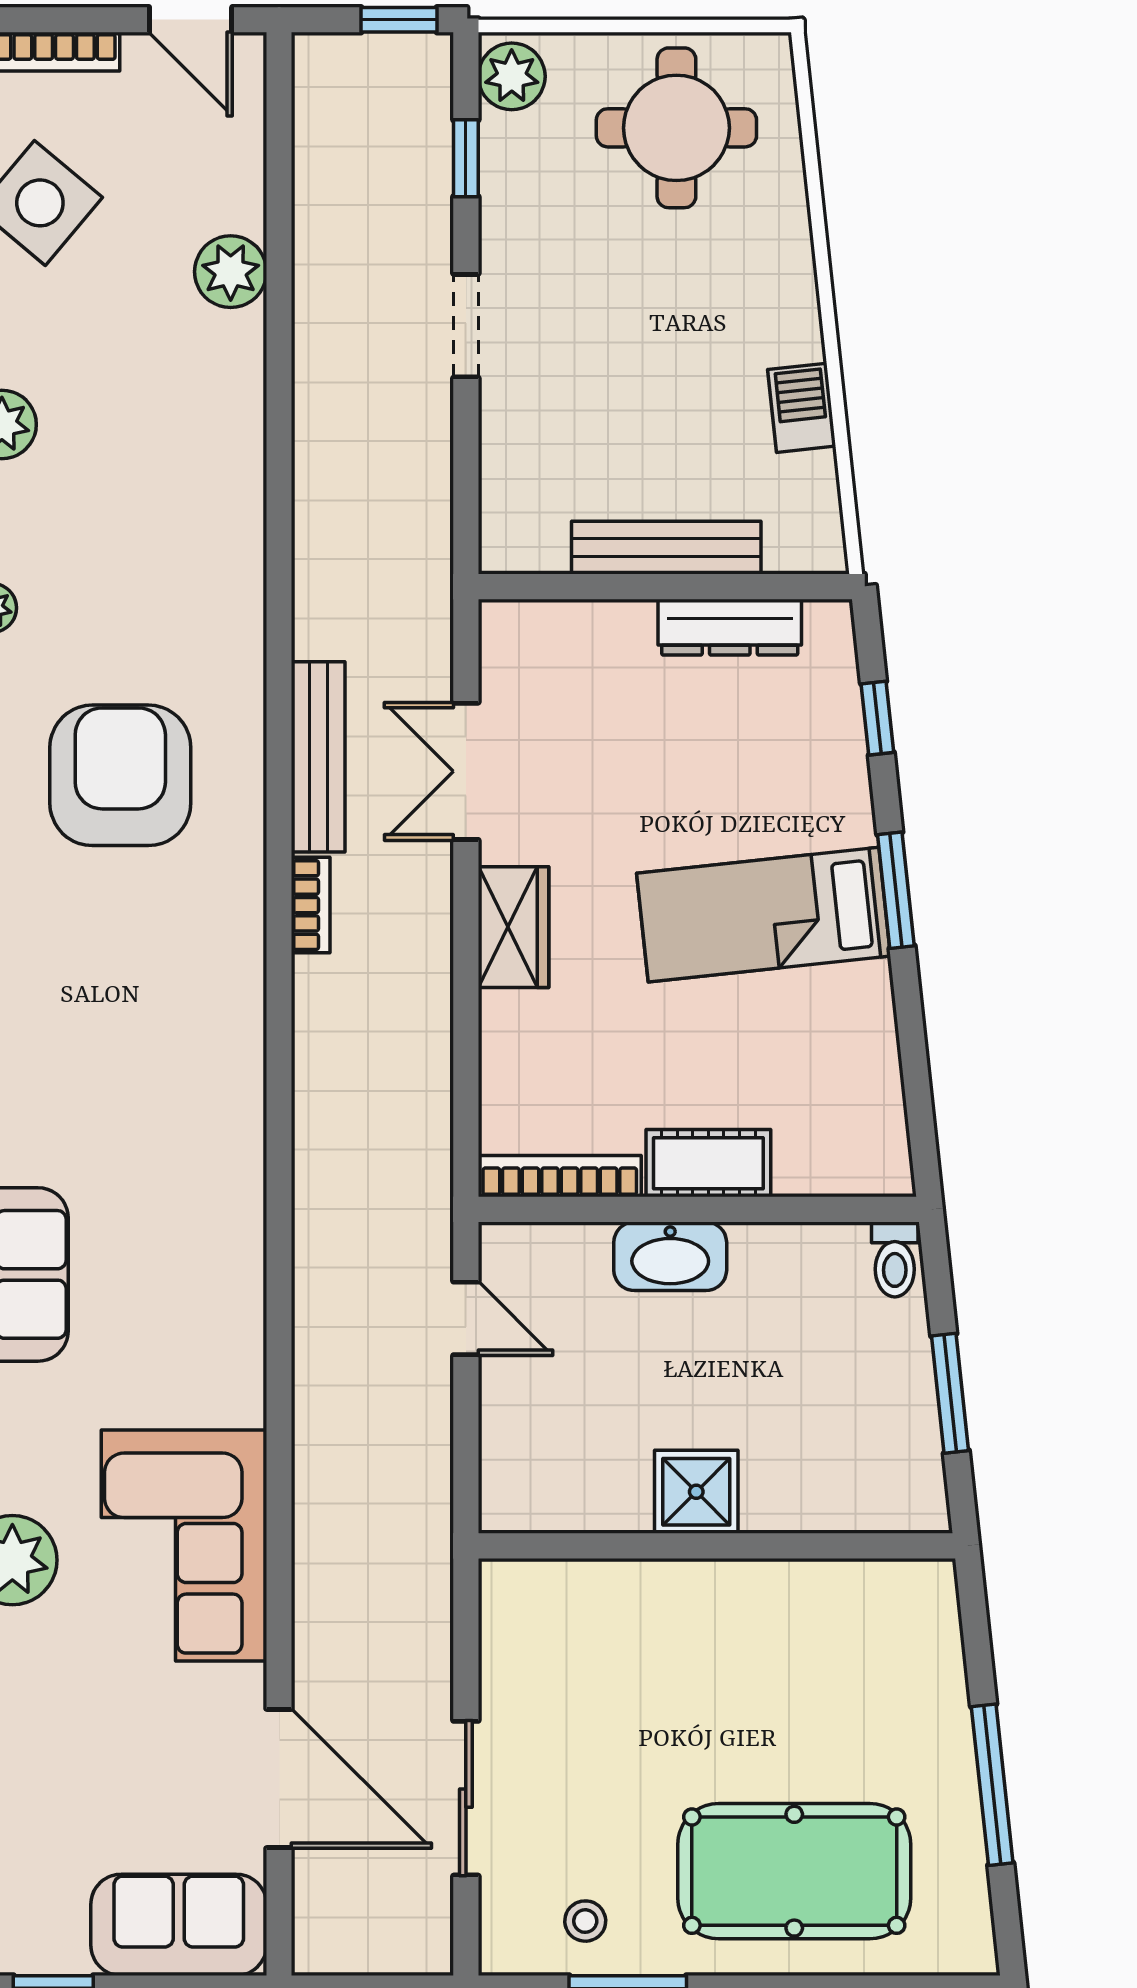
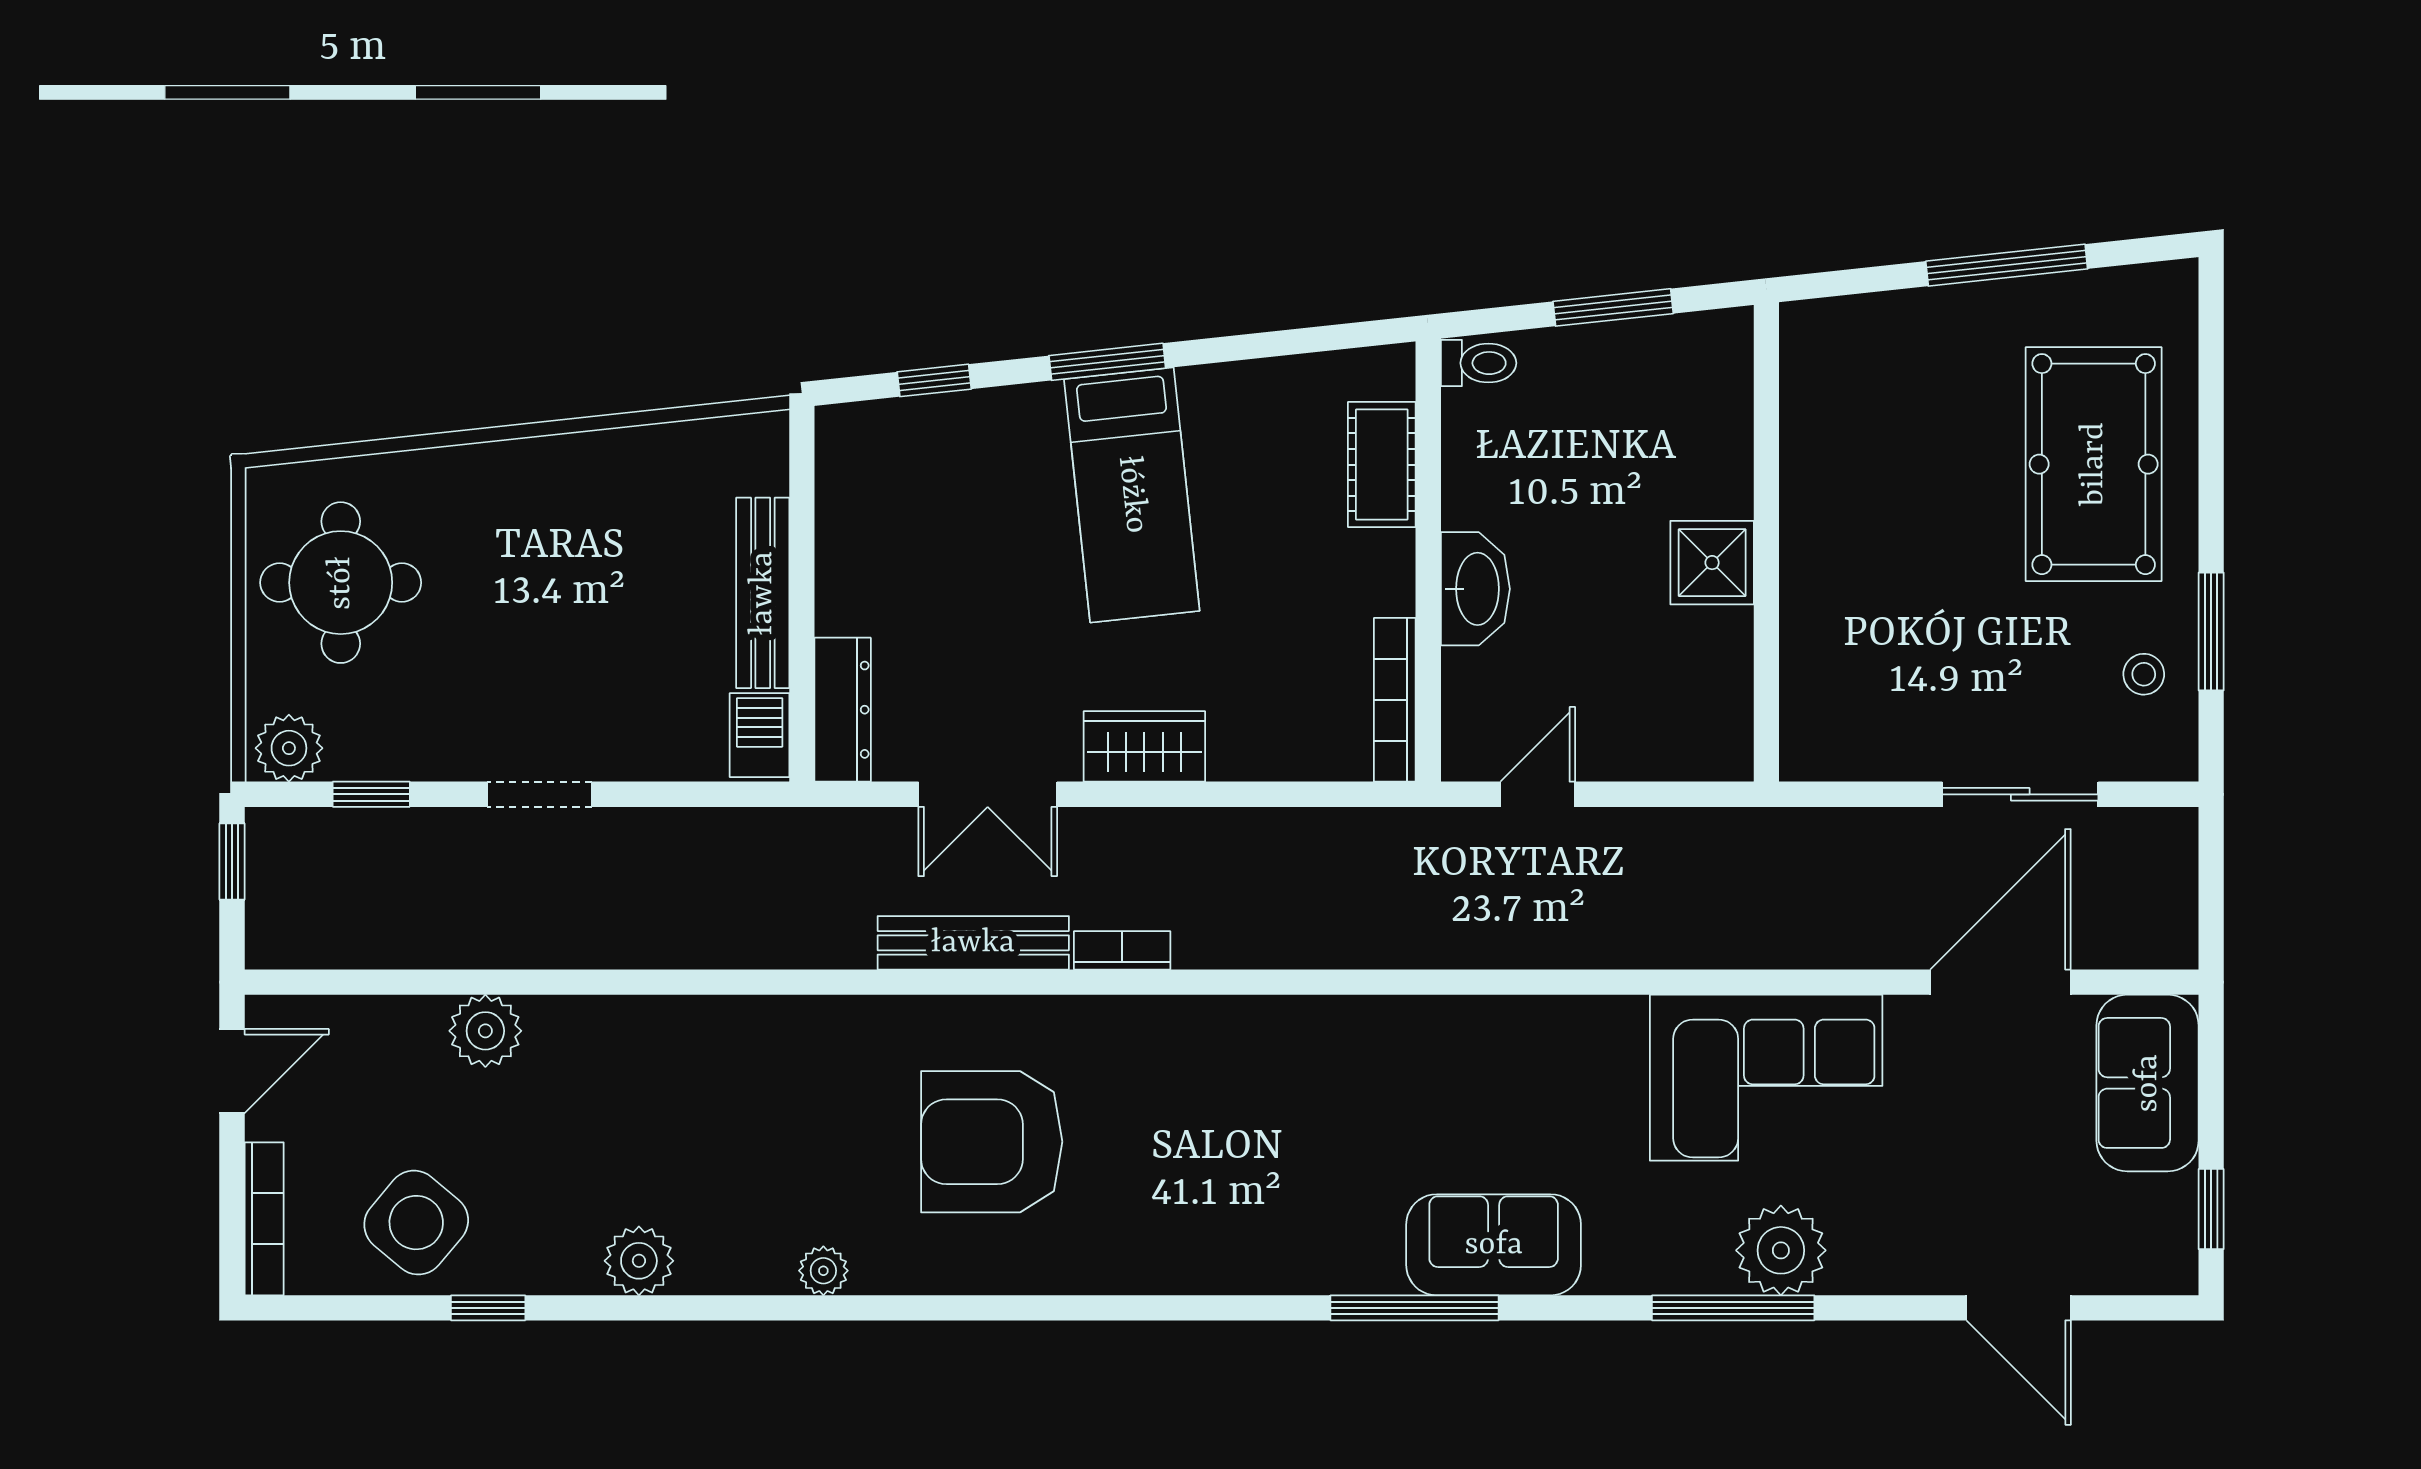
barbecue: (802, 408) -> (760, 735), moved, turned 96
dresser: (730, 627) -> (843, 710), moved
cot: (708, 1163) -> (1382, 465), moved

